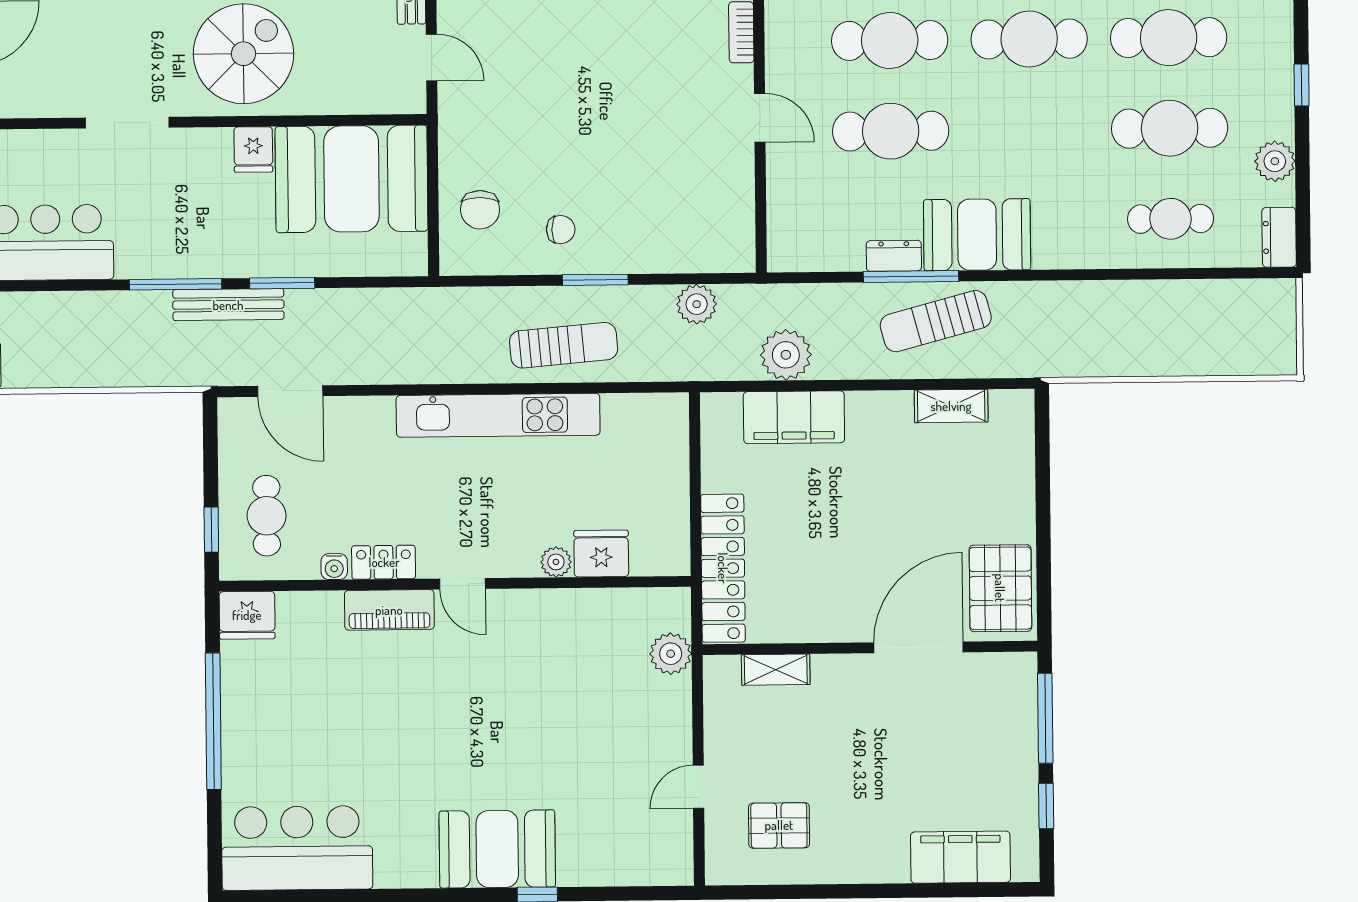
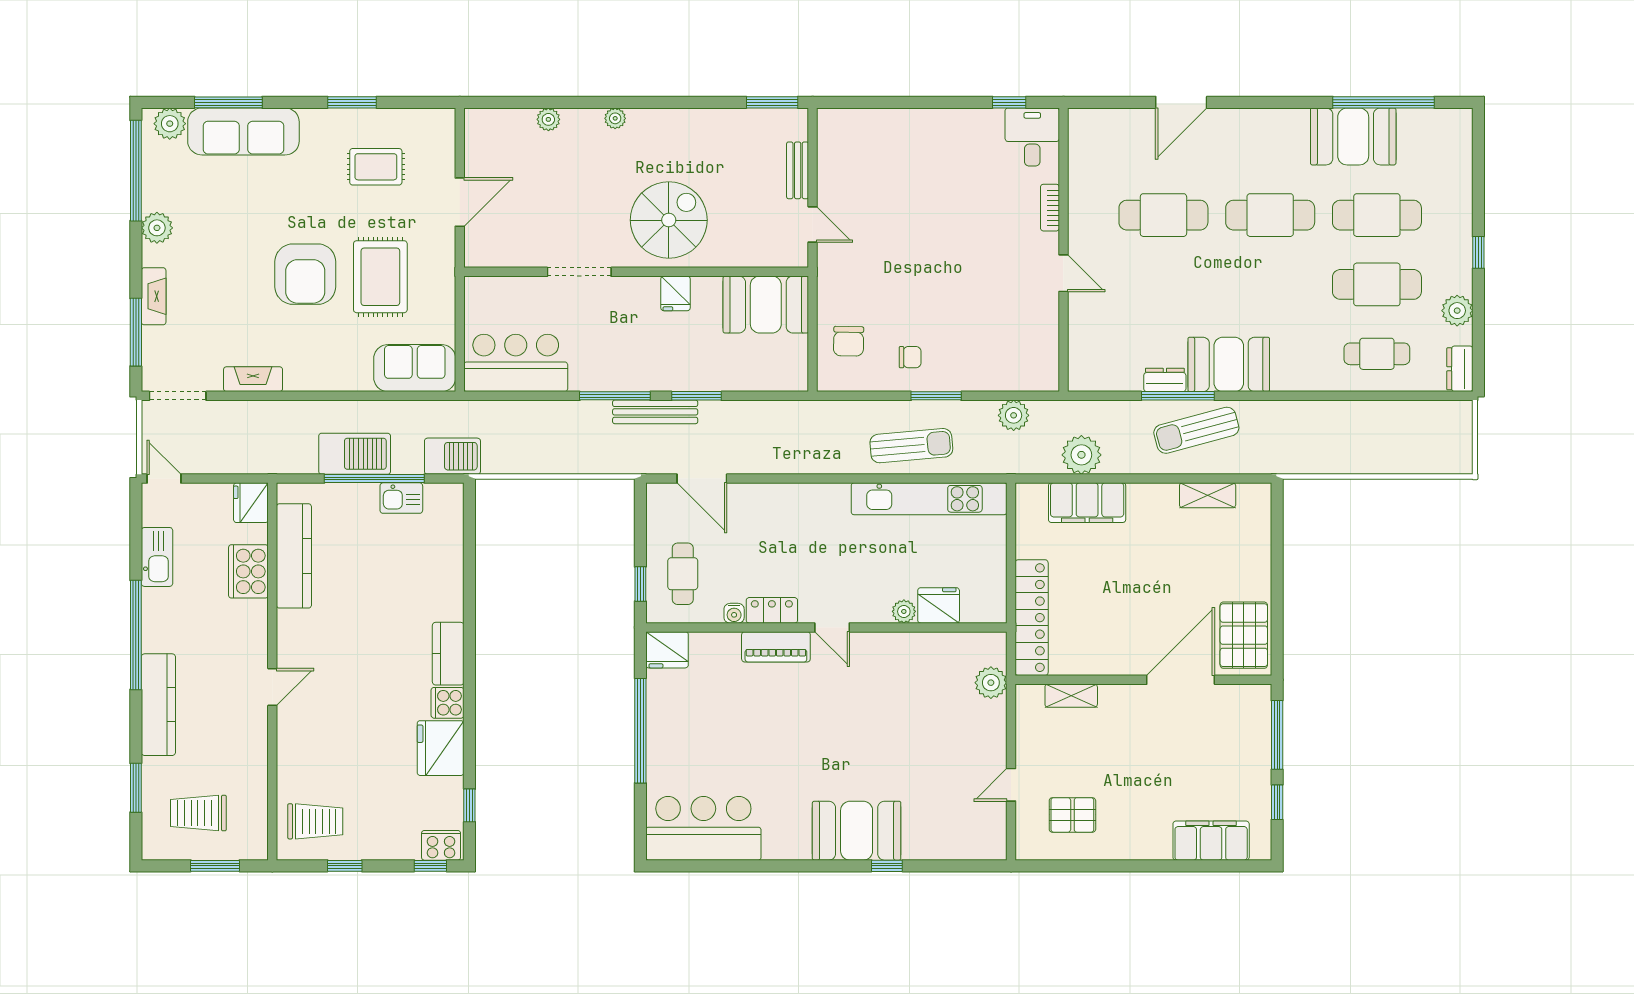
cafe table: (891, 131) -> (1163, 284), removed
booth: (351, 179) -> (766, 305), width x0.73, depth x0.70
kitchen unit: (498, 415) -> (929, 499), moved

